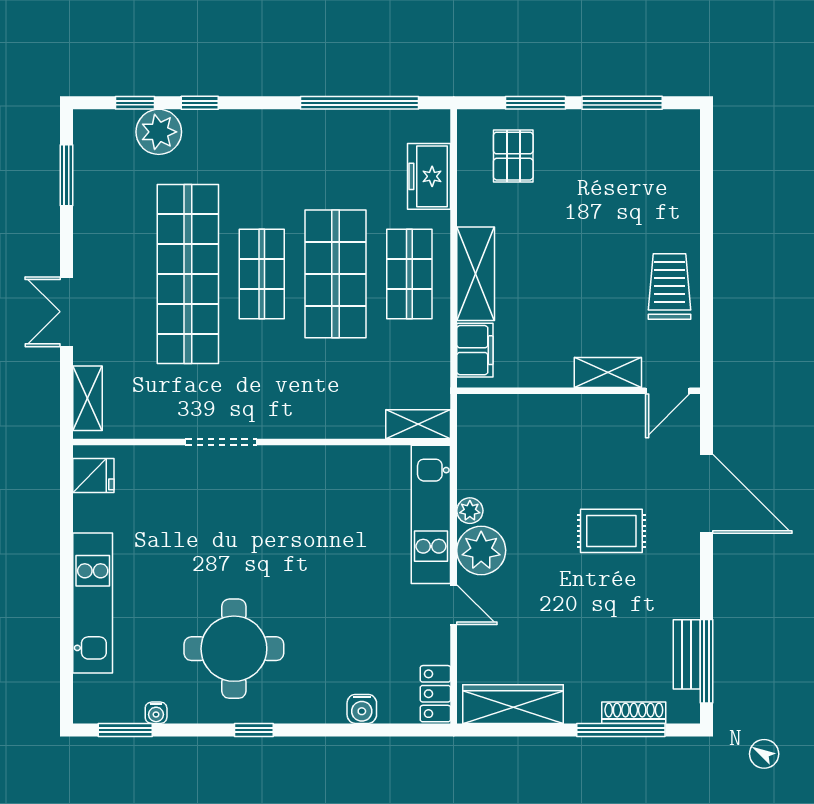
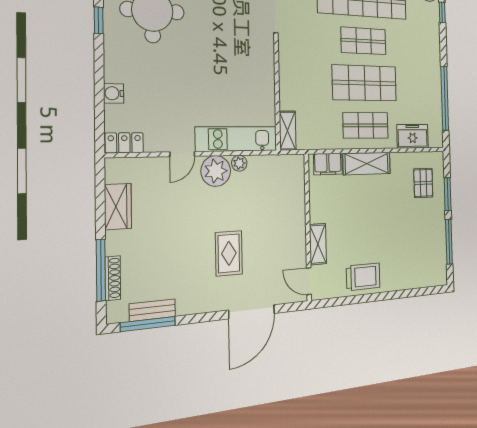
pallet: (513, 156) -> (423, 183), turned 90
wardrobe: (513, 704) -> (118, 207), width x0.67

